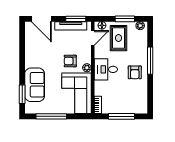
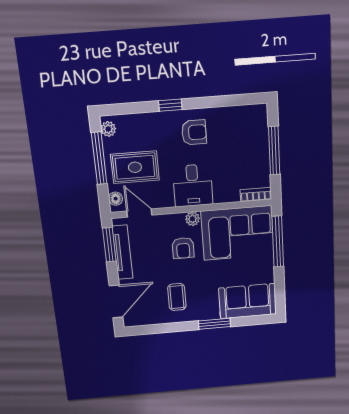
window: (125, 19) -> (99, 158), width x1.44
coffee table: (41, 55) -> (177, 297), added
window: (150, 61) -> (170, 105), width x0.46
sofa: (35, 85) -> (248, 301), moved
window: (22, 94) -> (215, 324), moved
window: (51, 116) -> (278, 242), moved

